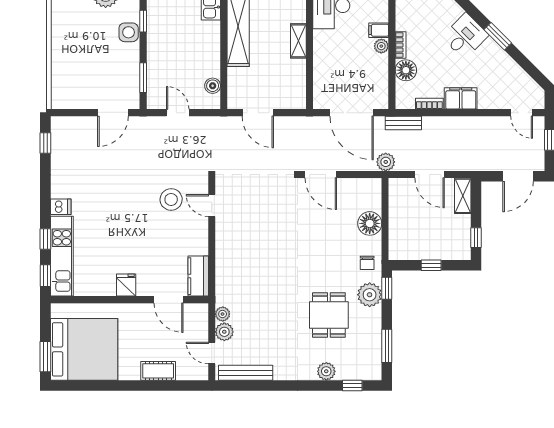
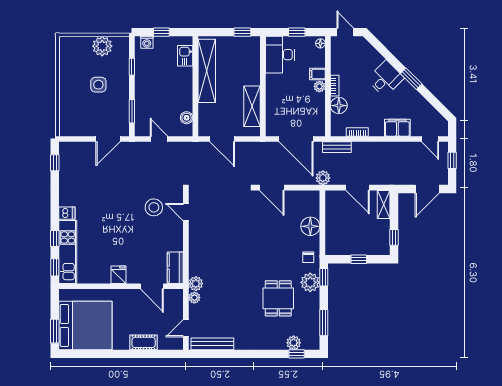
side table: (129, 32) -> (98, 85), moved
shelving: (298, 41) -> (252, 106), moved, width x1.50, depth x1.33
filing cabinet: (461, 98) -> (397, 128), moved
plant: (224, 332) -> (196, 284), moved
door: (212, 353) -> (186, 328), hinge flipped
plant: (326, 371) -> (294, 343), moved

